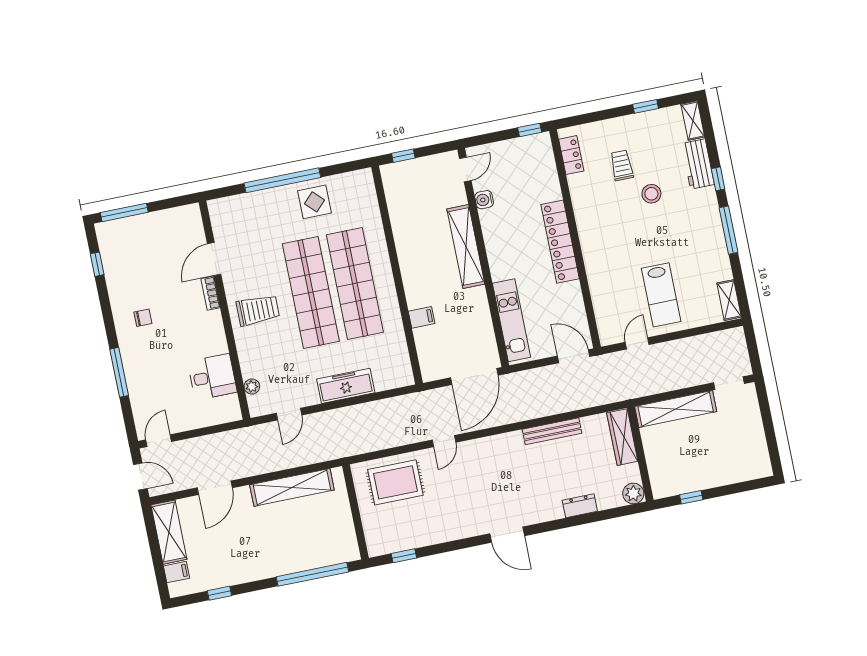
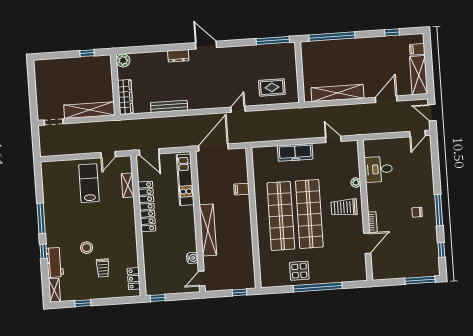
locker: (560, 242) -> (147, 207), moved
shelving: (729, 300) -> (128, 185), moved
window: (119, 372) -> (439, 210), moved
plant: (252, 387) -> (356, 182), moved
door: (289, 414) -> (333, 139), hinge flipped
rug: (395, 482) -> (272, 87), width x0.73, depth x0.70
dresser: (580, 506) -> (178, 56), moved
window: (404, 556) -> (273, 41), width x2.17

